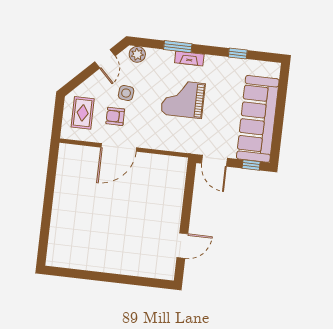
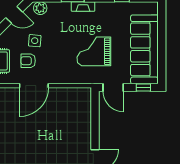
door: (105, 59) -> (14, 15), hinge flipped
grand piano: (183, 99) -> (94, 51), moved

